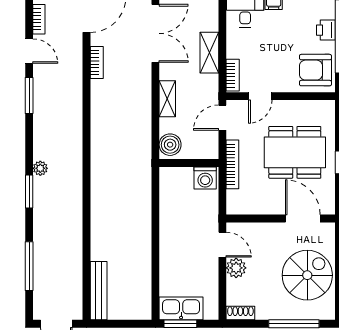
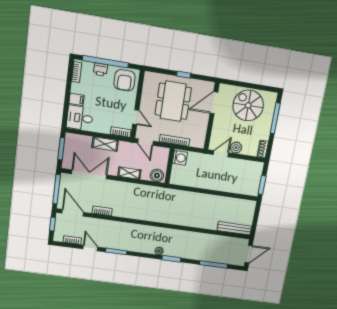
door: (29, 51) -> (90, 248), hinge flipped
kitchen sink: (181, 308) -> (253, 183), removed

